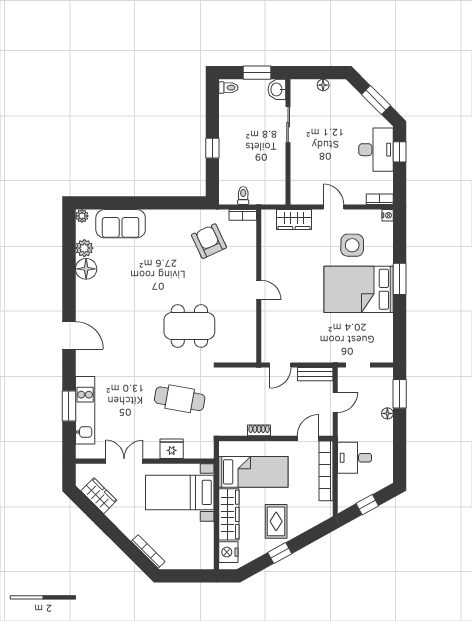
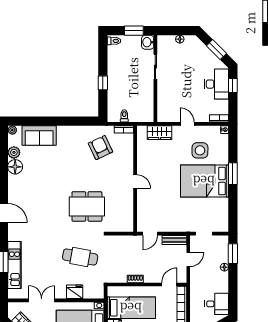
desk: (355, 458) -> (217, 304), moved, turned 180

